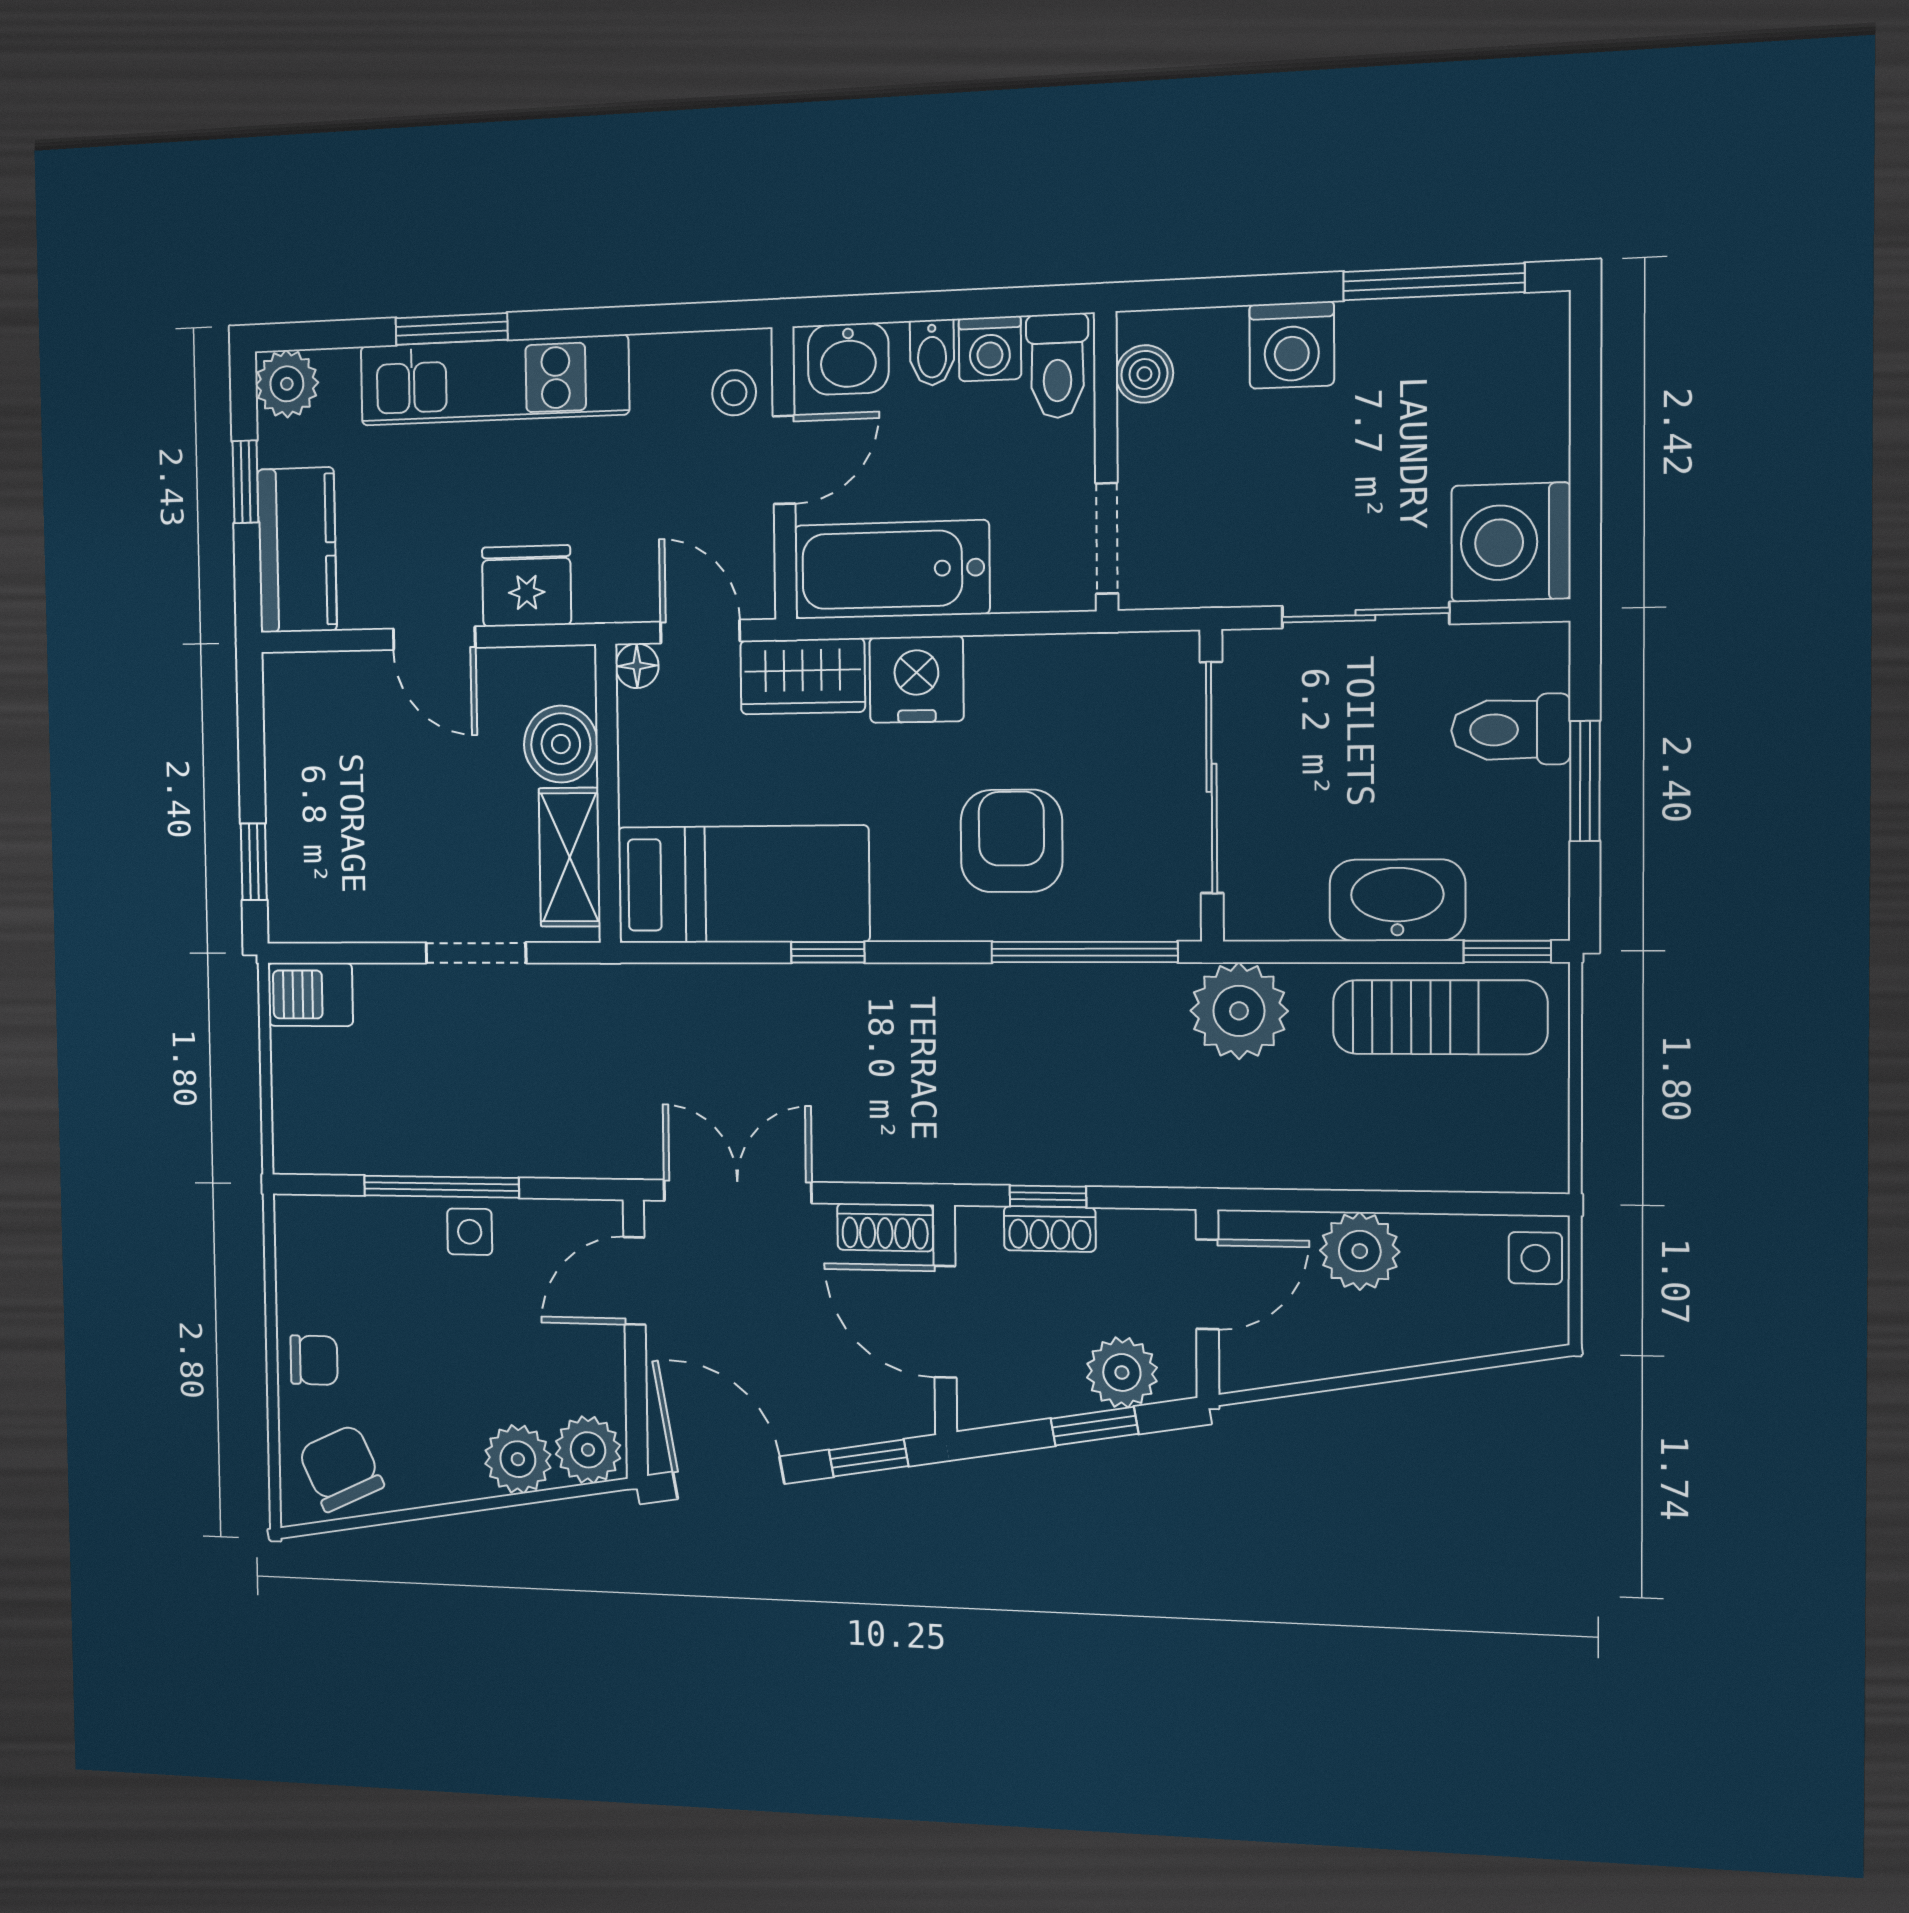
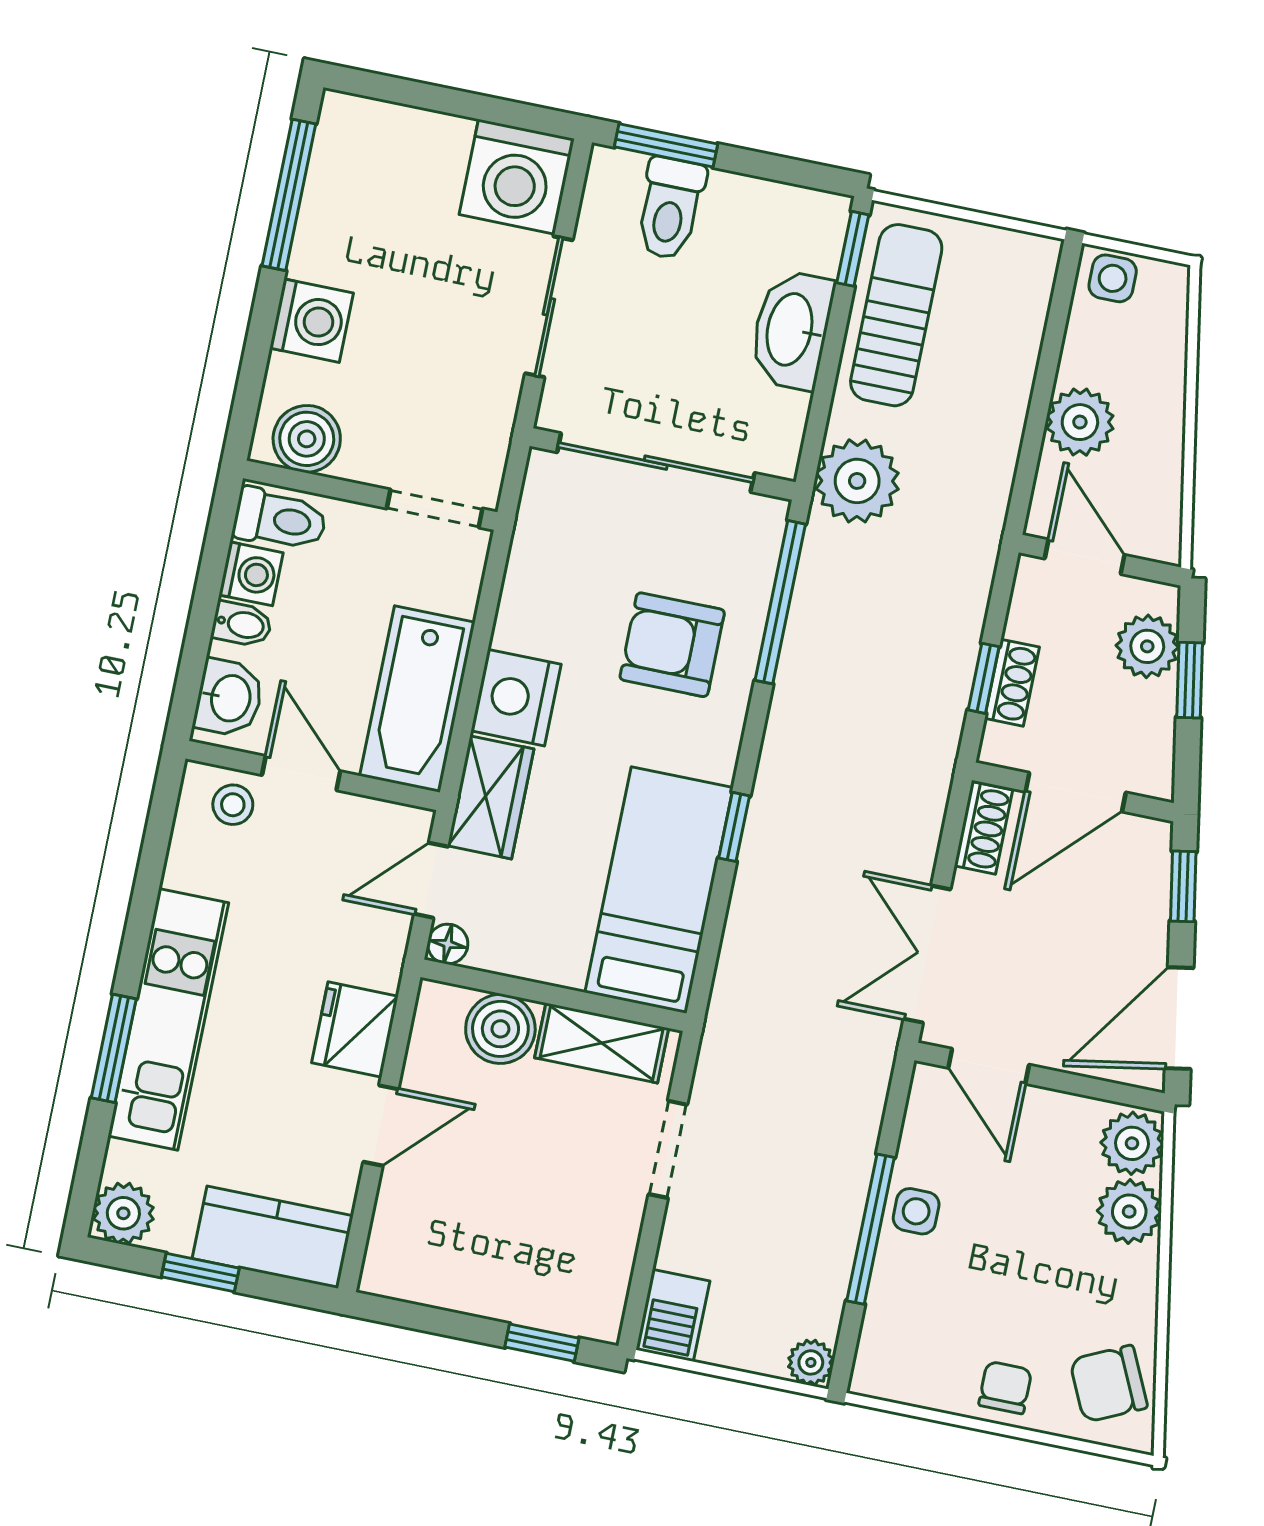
boiler: (1144, 374) -> (307, 439), width x1.36, depth x1.36
window: (1585, 781) -> (666, 145), moved
plant: (295, 1150) -> (811, 1362), added

